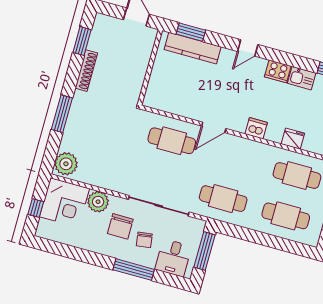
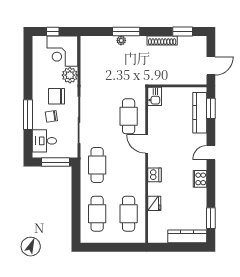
door: (248, 48) -> (211, 153), hinge flipped
kitchen sink: (302, 78) -> (155, 96), moved, turned 180
plant: (66, 164) -> (121, 40), moved, width x0.53, depth x0.53

